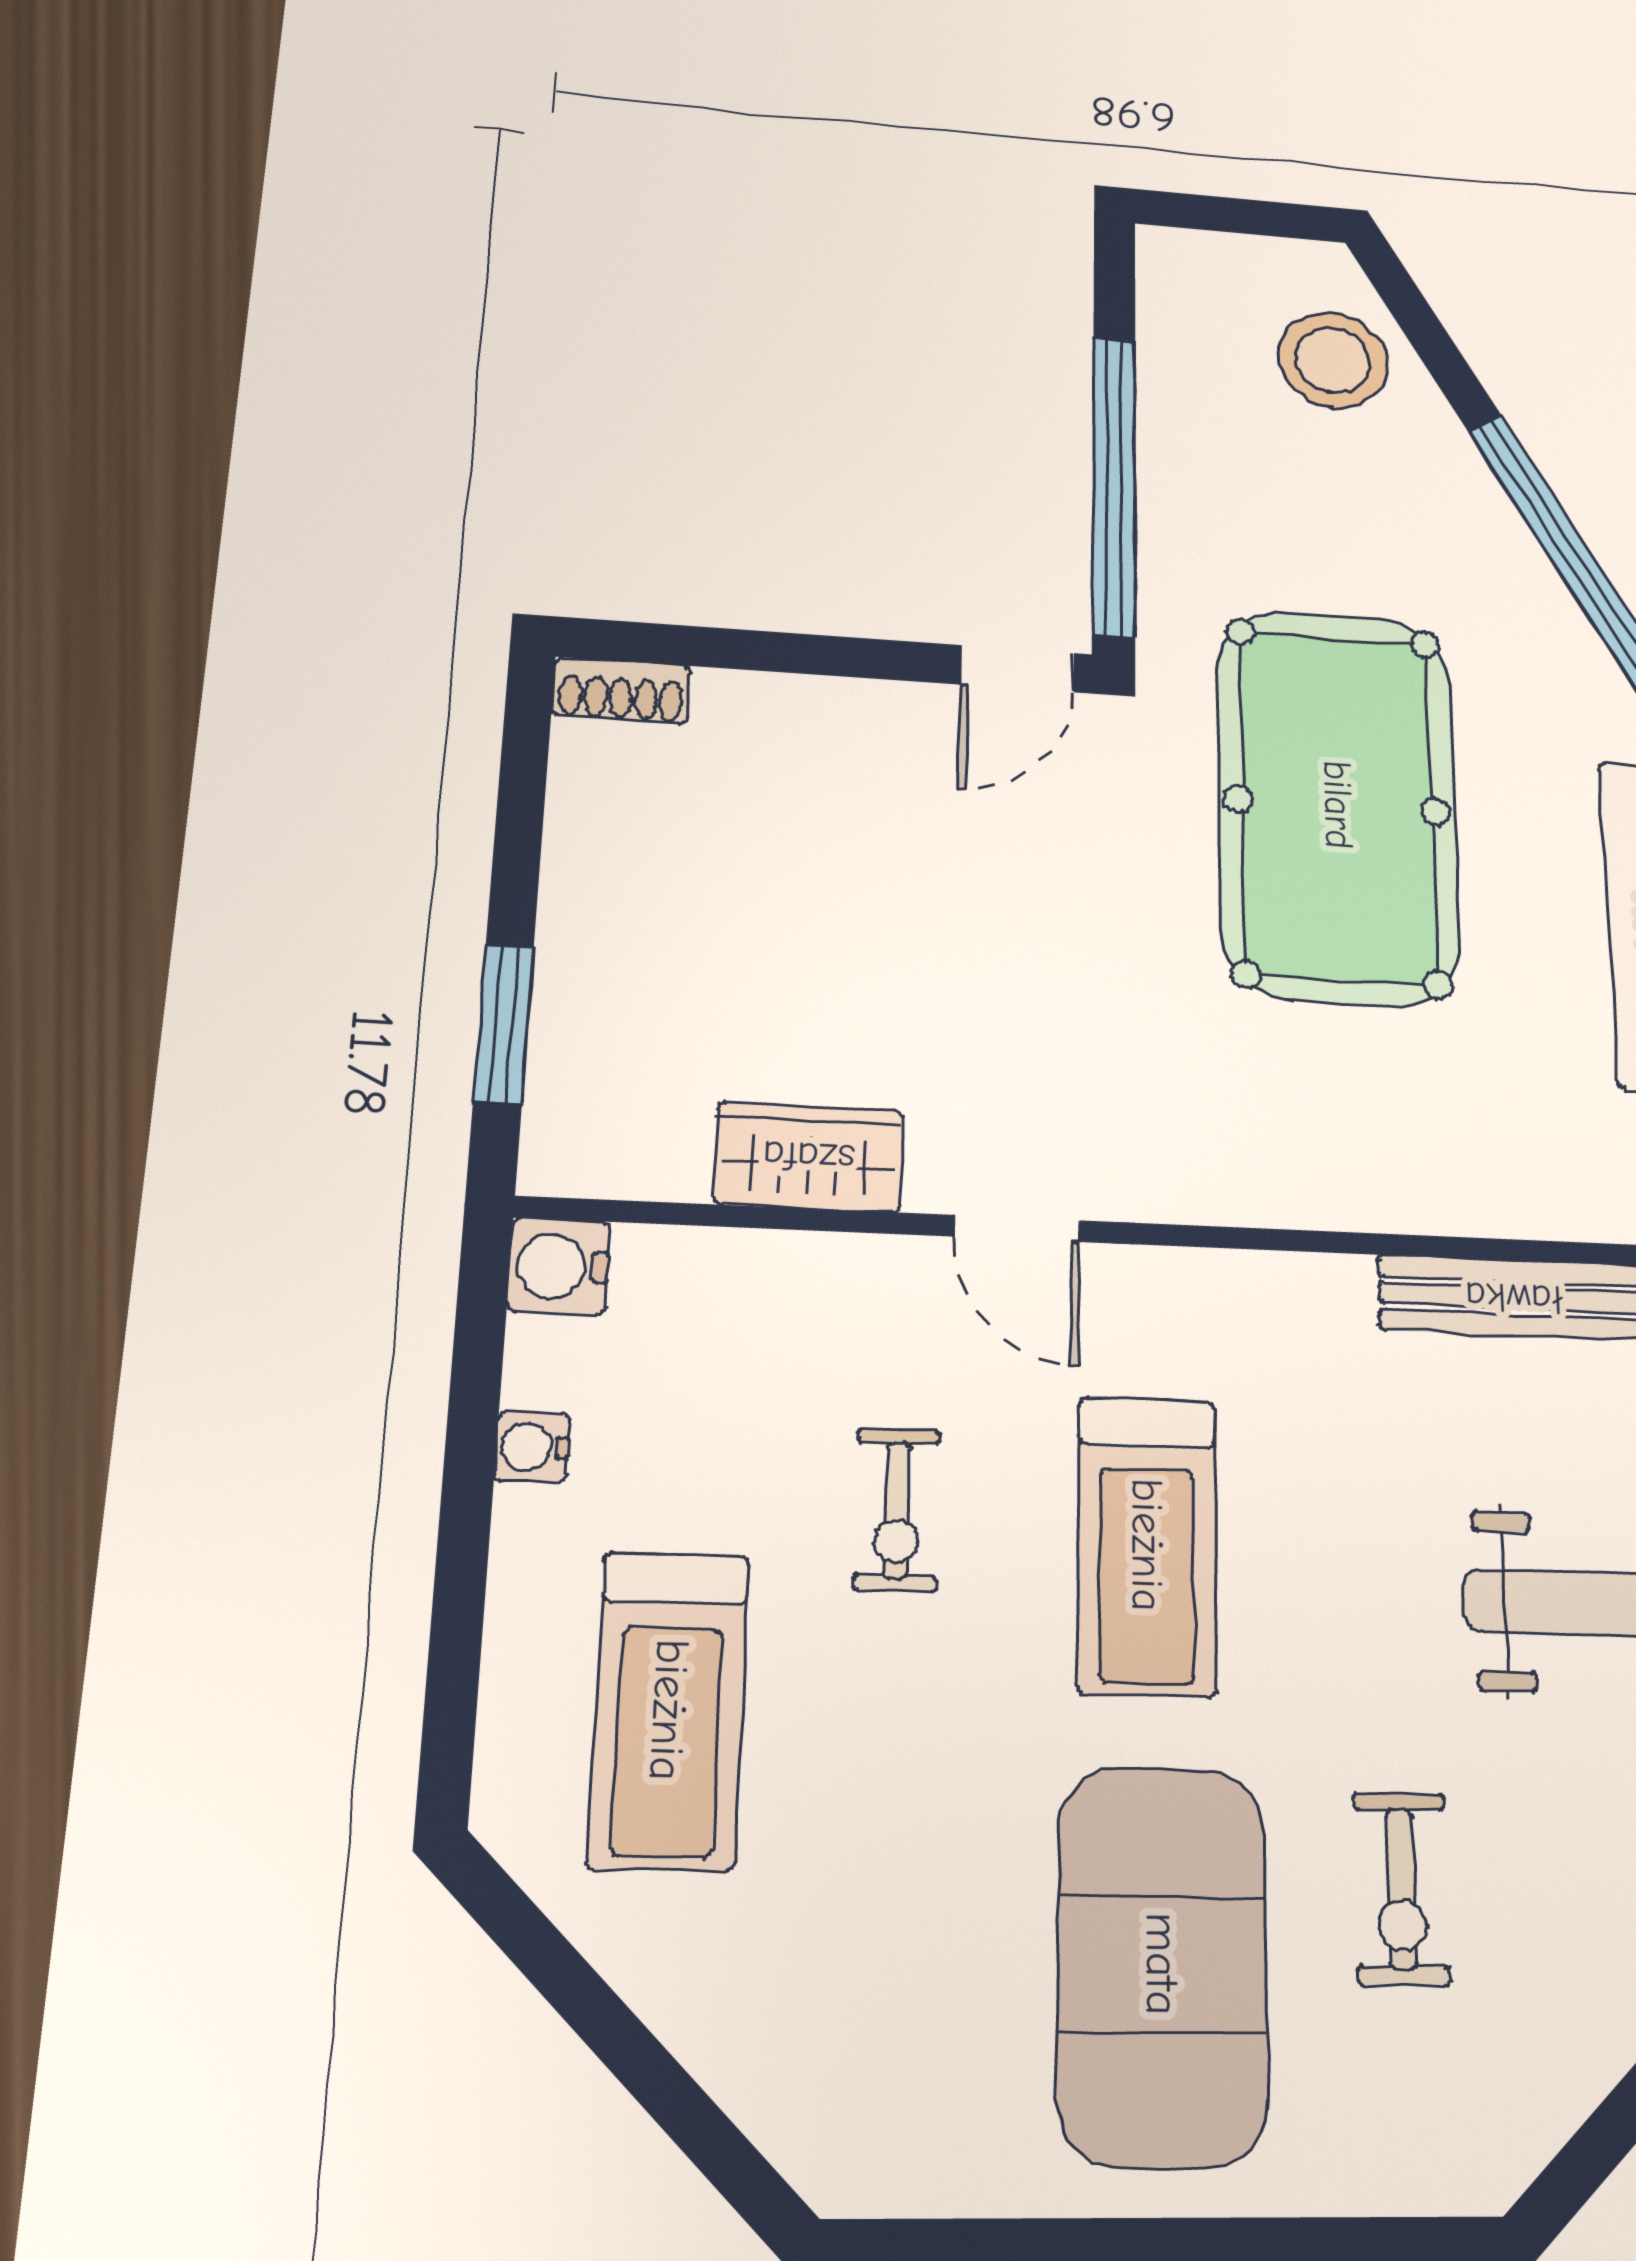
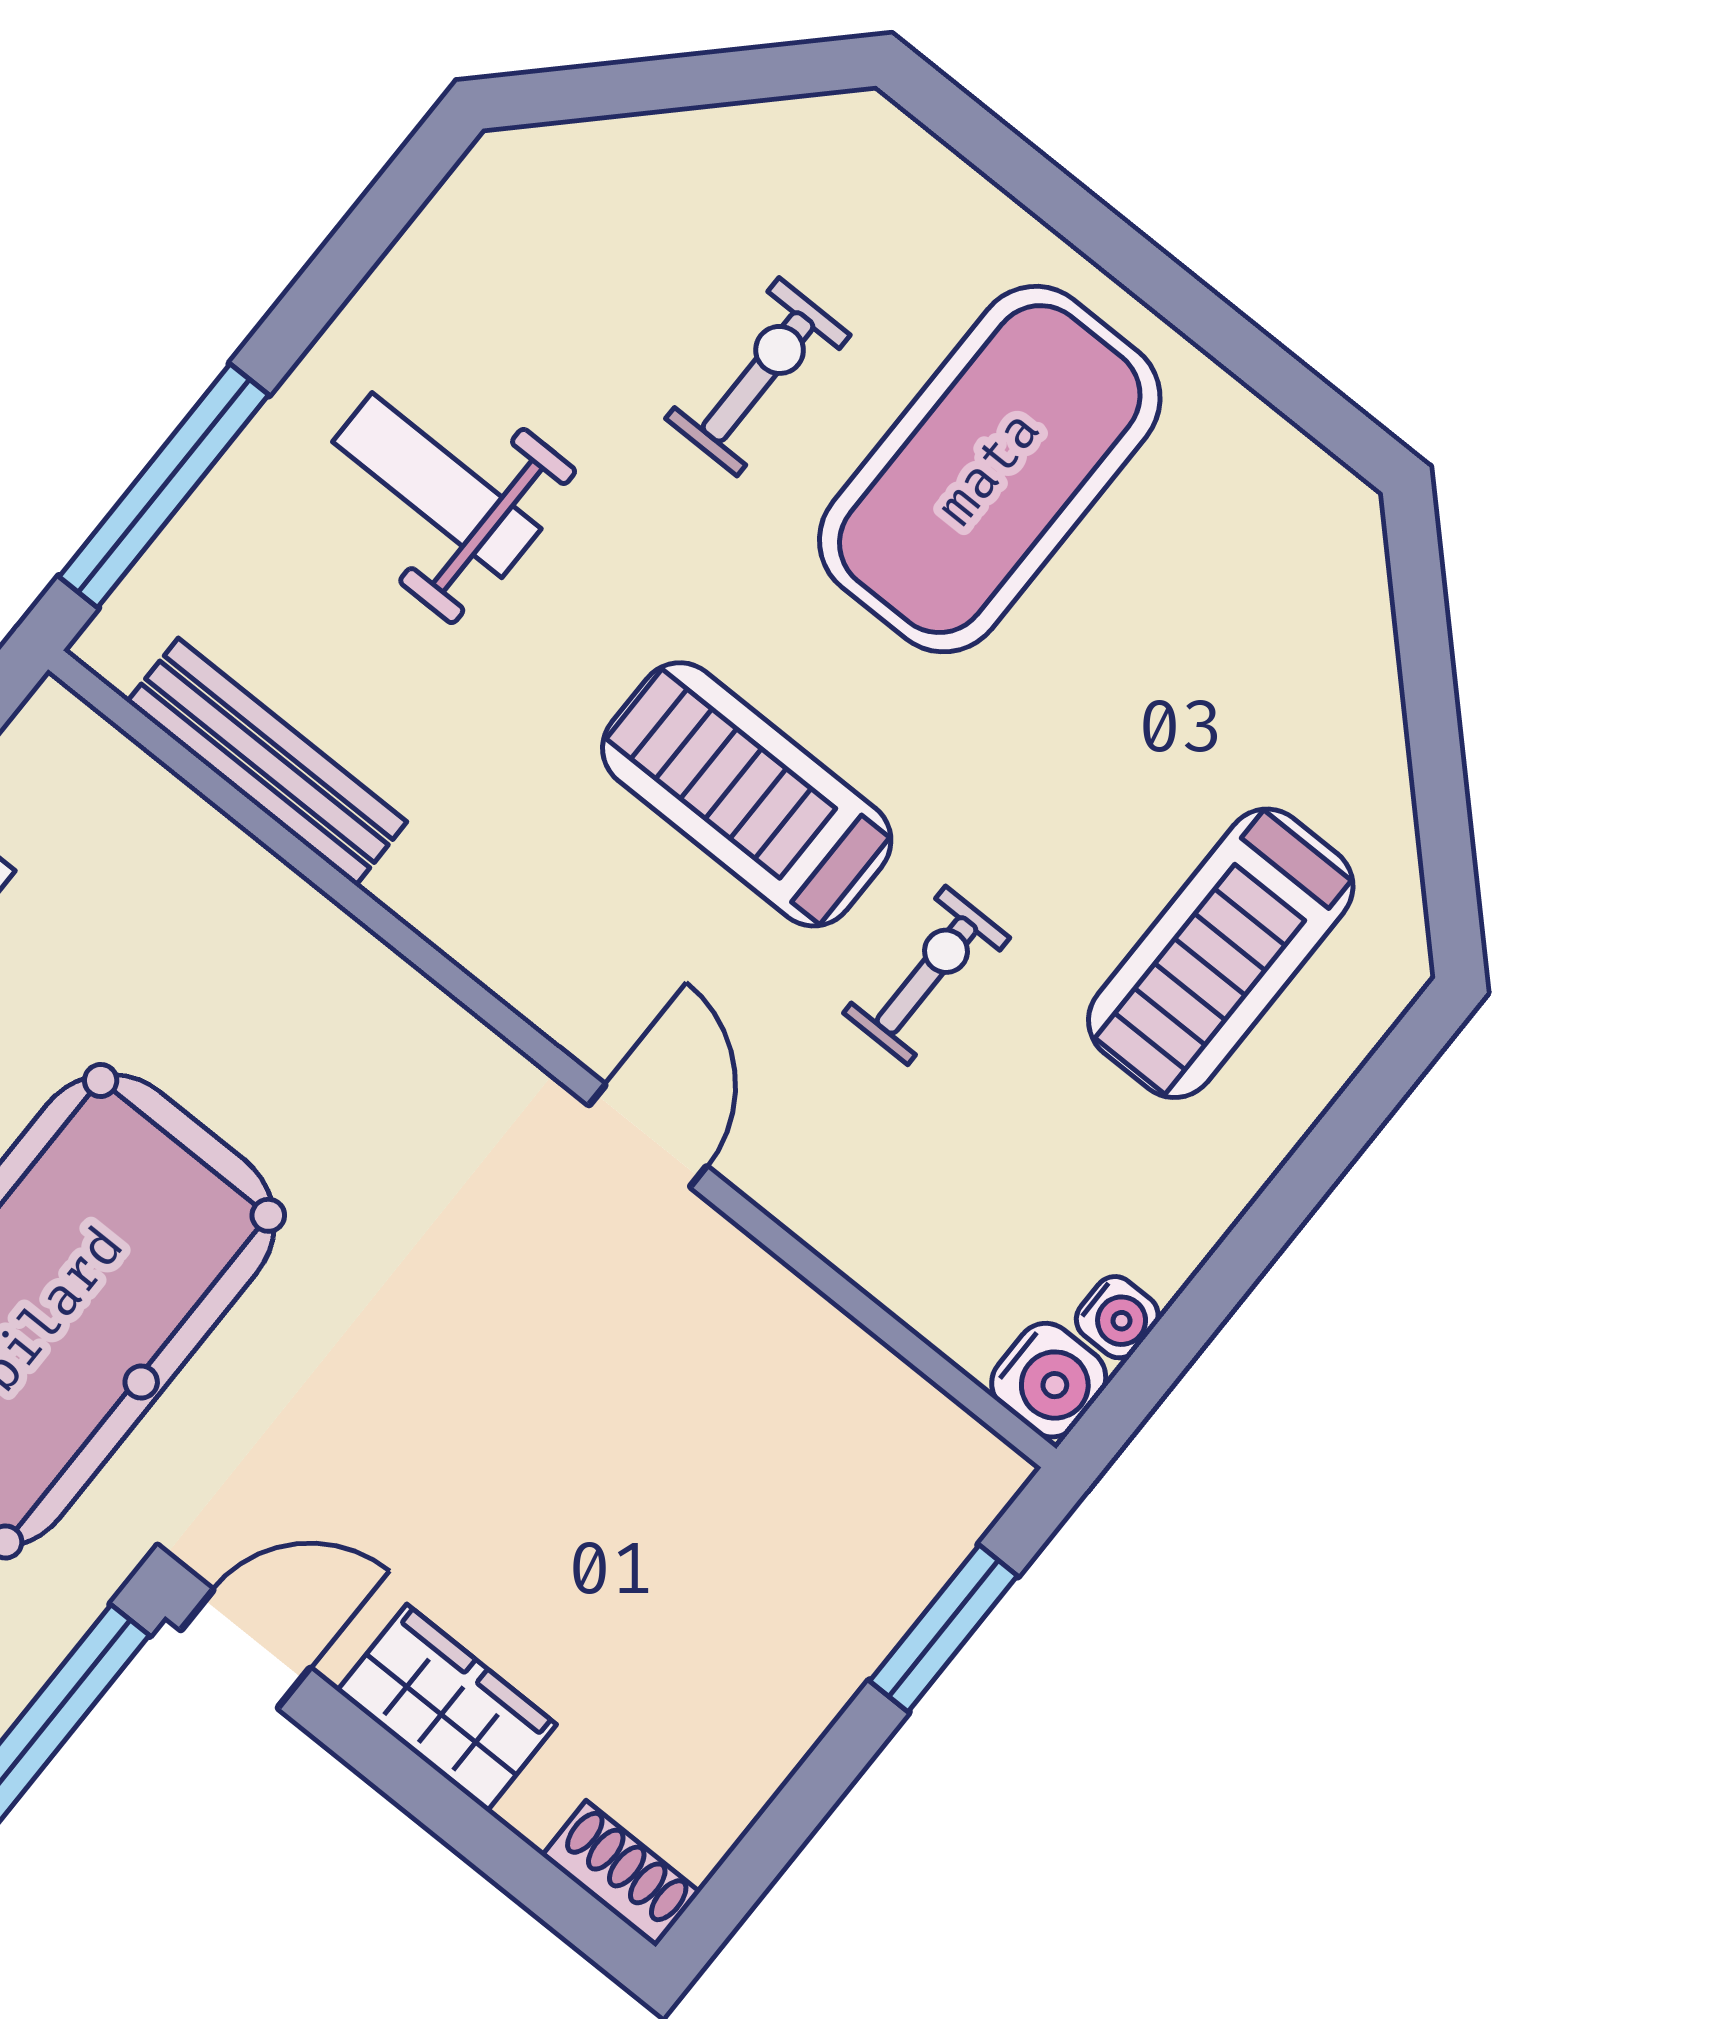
wardrobe: (809, 1157) -> (447, 1708), moved, turned 180
water cooler: (532, 1447) -> (1117, 1317), moved
treadmill: (1147, 1545) -> (747, 794), turned -90
treadmill: (669, 1710) -> (1221, 953), turned 180

